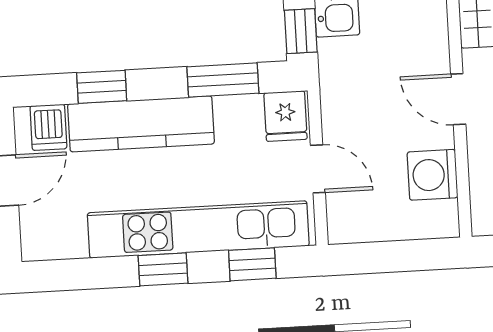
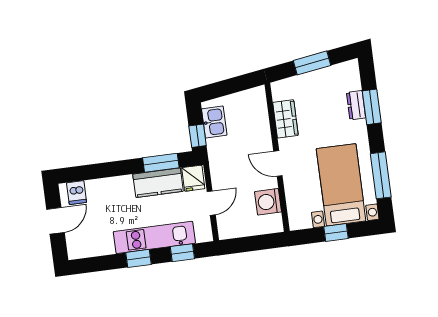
window: (102, 87) -> (101, 171), removed
kitchen counter: (141, 124) -> (158, 183), moved, width x0.67
door: (318, 169) -> (211, 203), hinge flipped
kitchen unit: (198, 229) -> (154, 237), width x0.73

